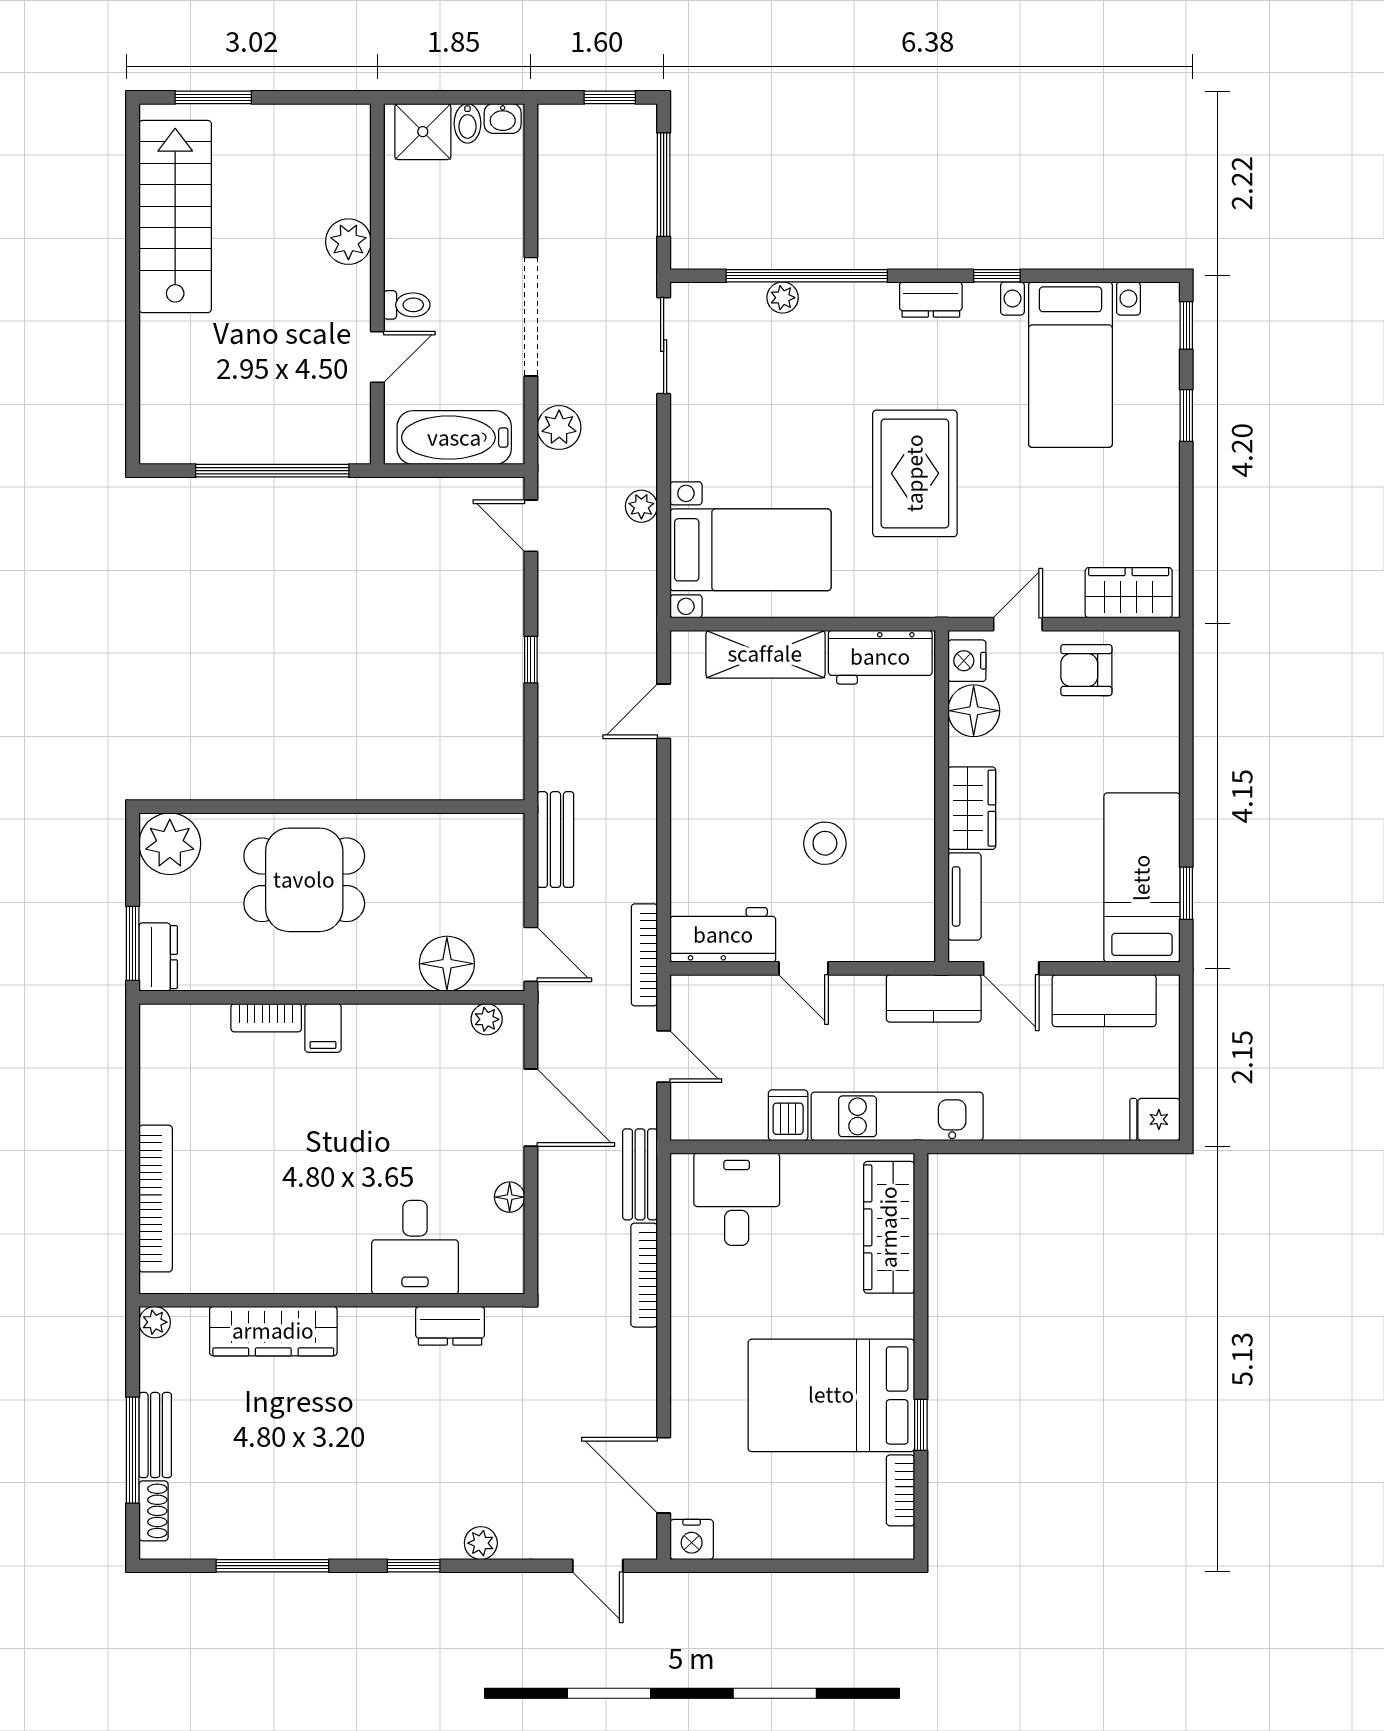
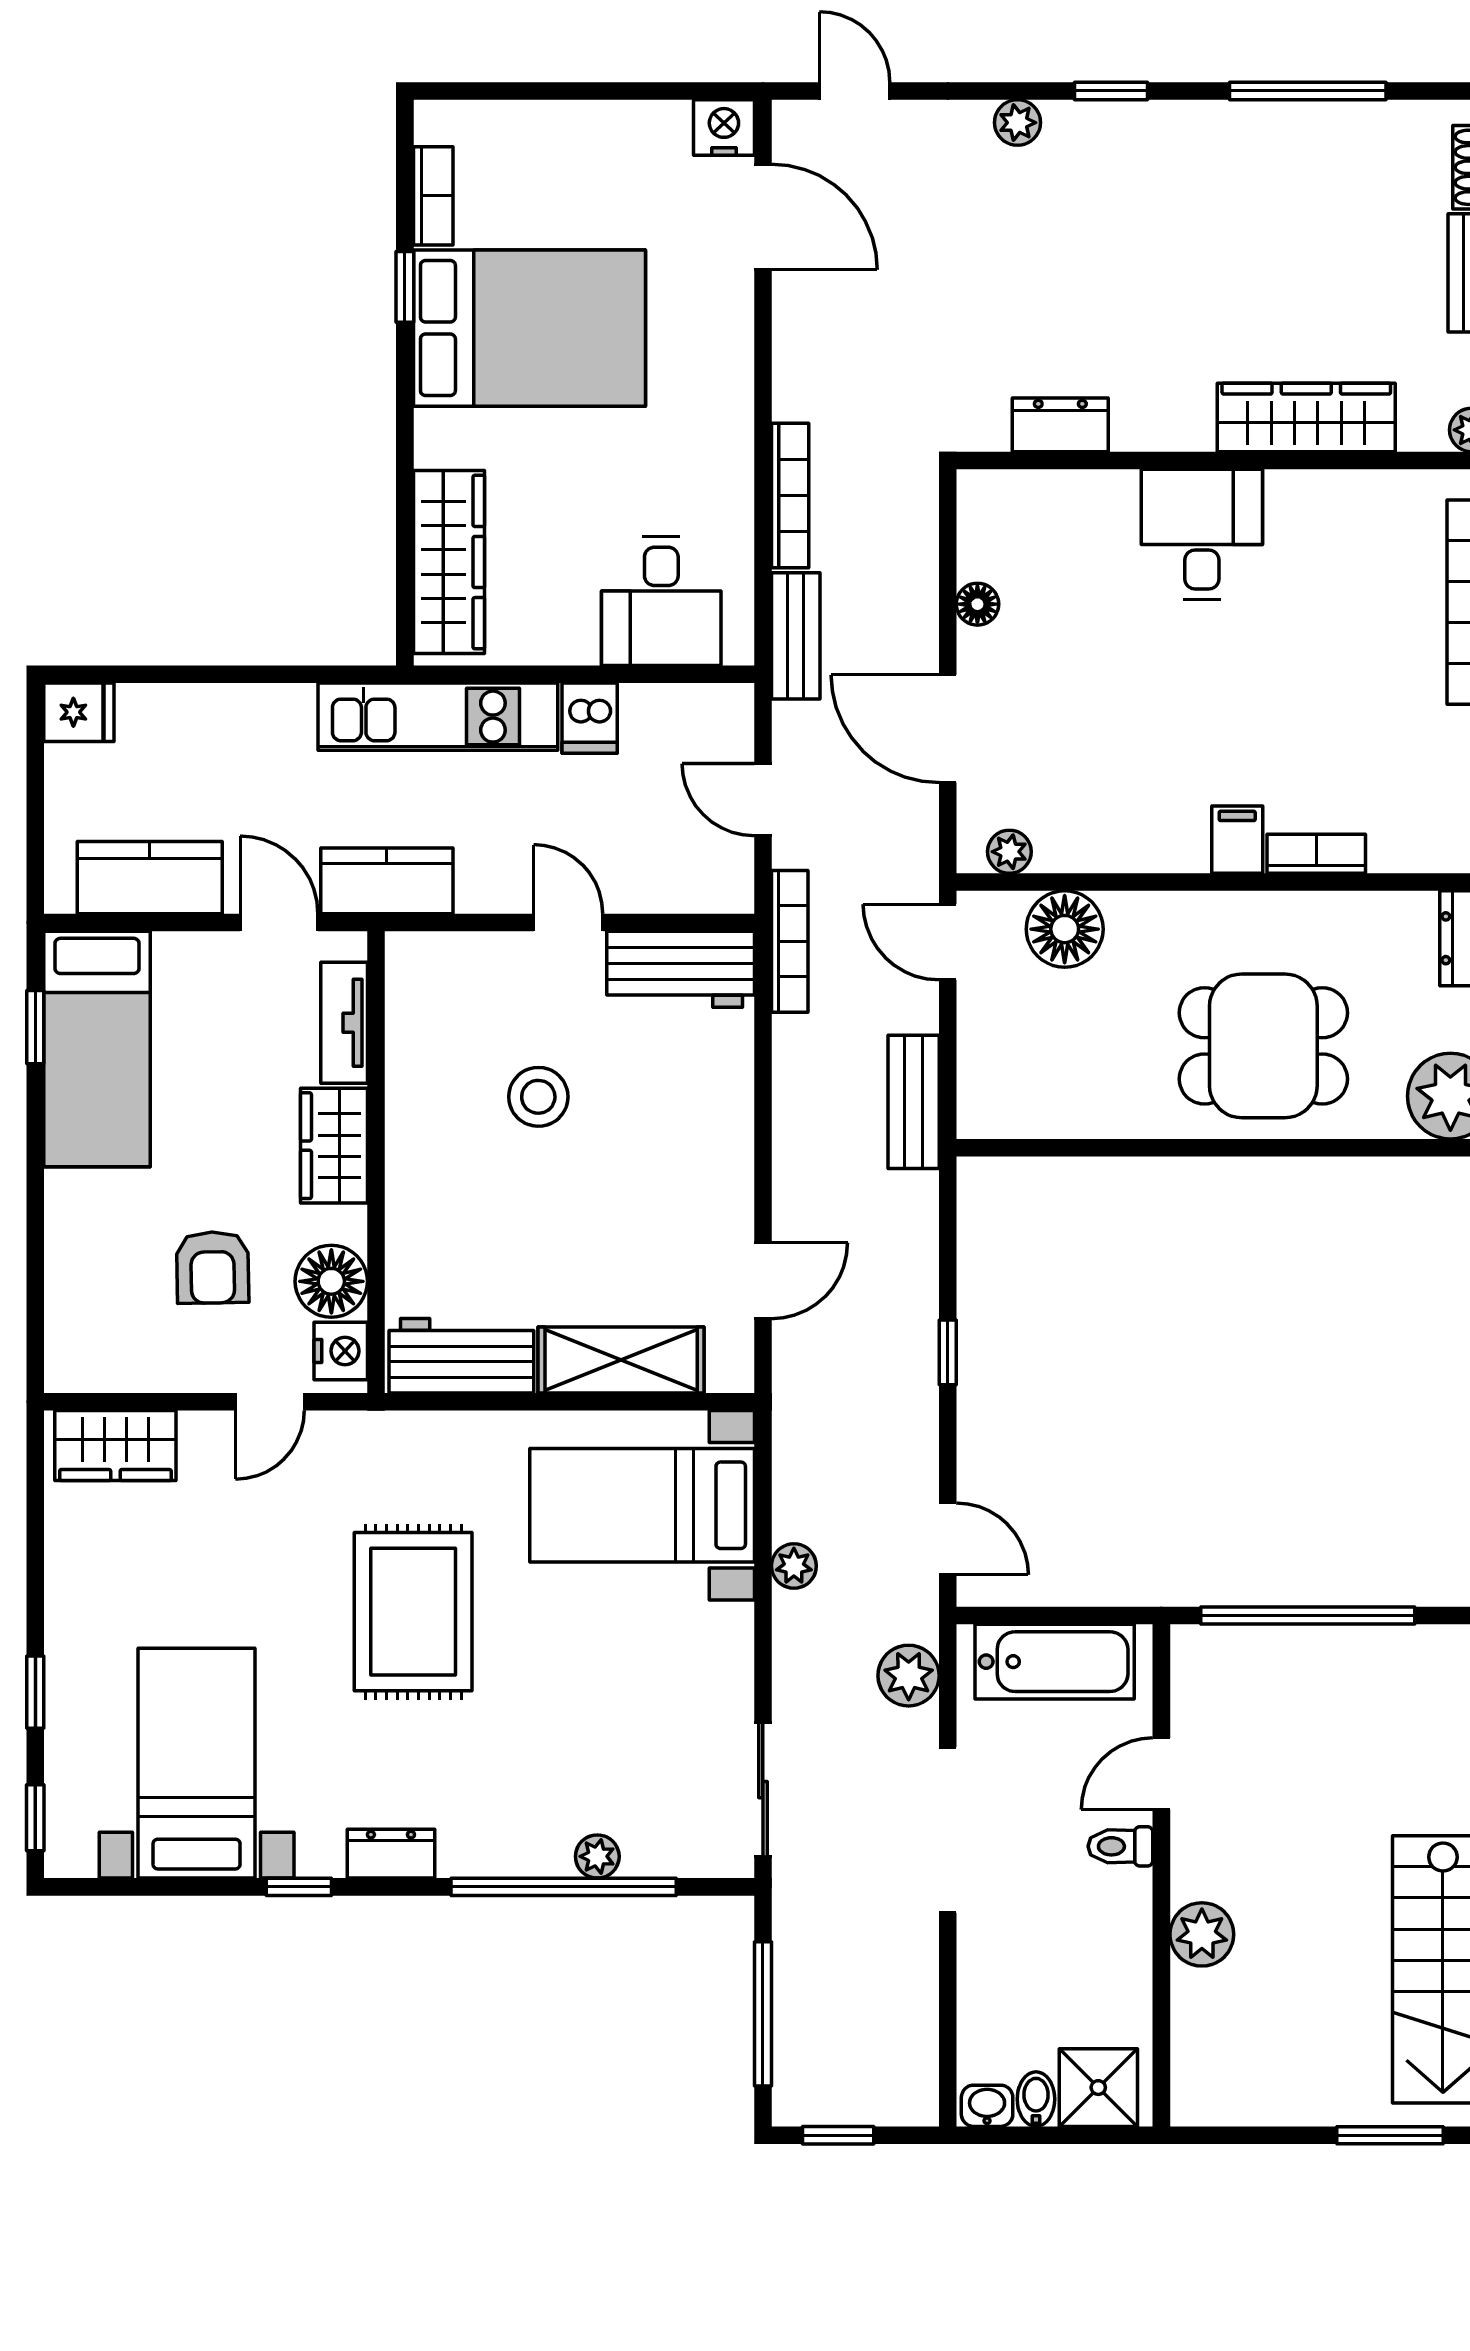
armchair: (1086, 670) -> (213, 1267), moved, turned 89
desk: (415, 1247) -> (1202, 534), moved

